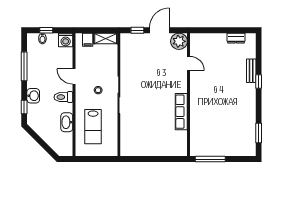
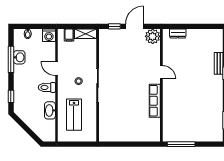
window: (46, 30) -> (31, 26), removed
dresser: (236, 38) -> (178, 33), moved
door: (189, 63) -> (161, 72), moved
washbasin: (33, 96) -> (19, 57), moved

